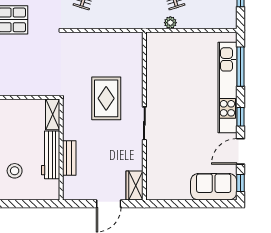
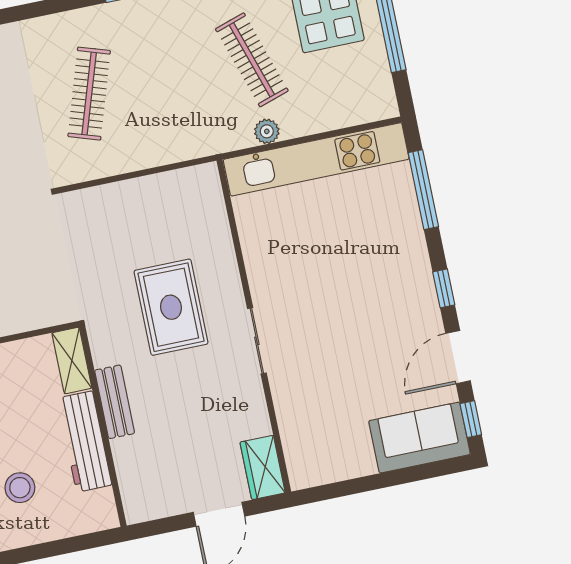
kitchen unit: (227, 87) -> (316, 159), moved, turned -90
bench: (69, 158) -> (115, 402), moved

